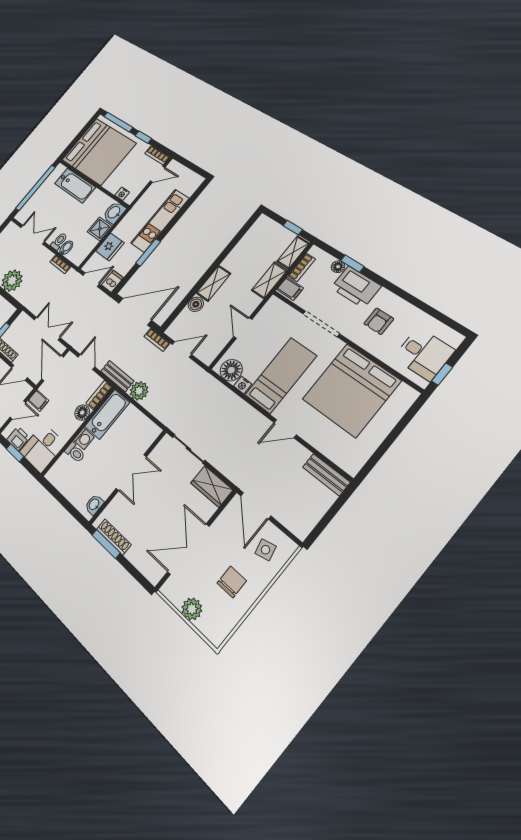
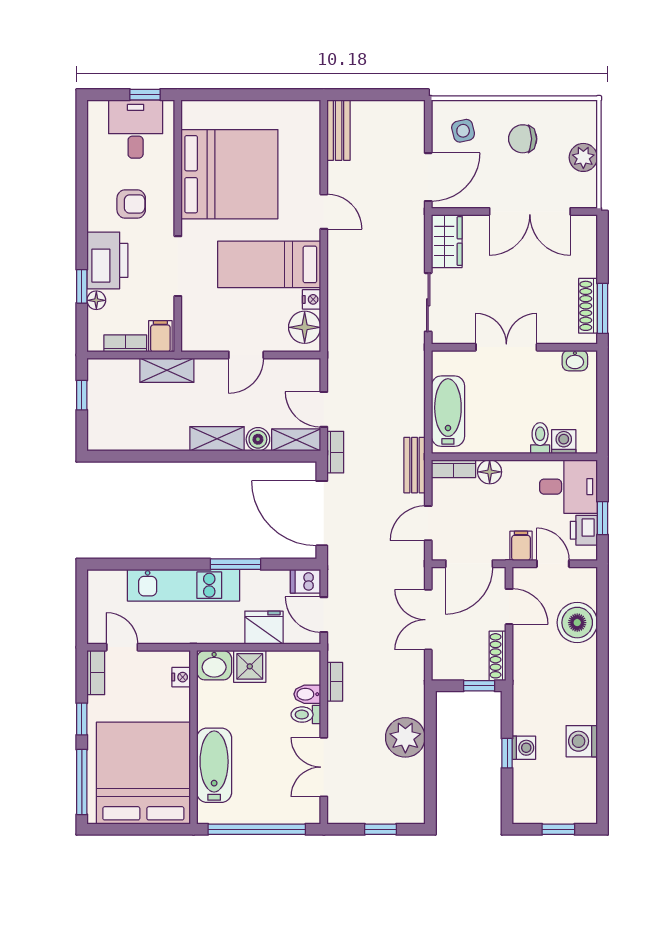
shelving: (293, 252) -> (296, 440), moved
plant: (139, 391) -> (410, 421), removed
bathtub: (107, 414) -> (448, 411), moved, turned 90
washing machine: (84, 439) -> (564, 442), moved

